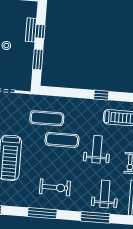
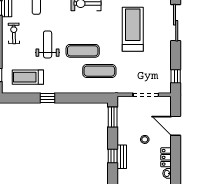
window: (38, 60) -> (113, 117), moved
weight bench: (97, 149) -> (48, 44), turned 180

